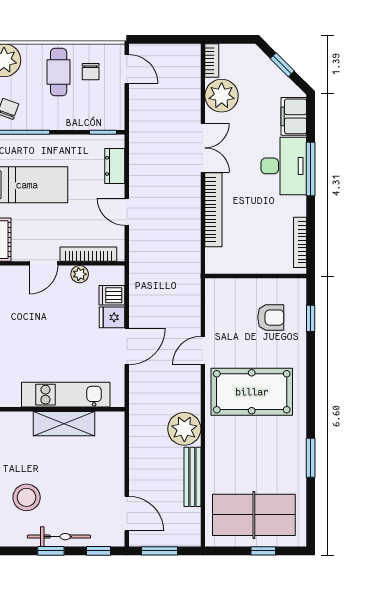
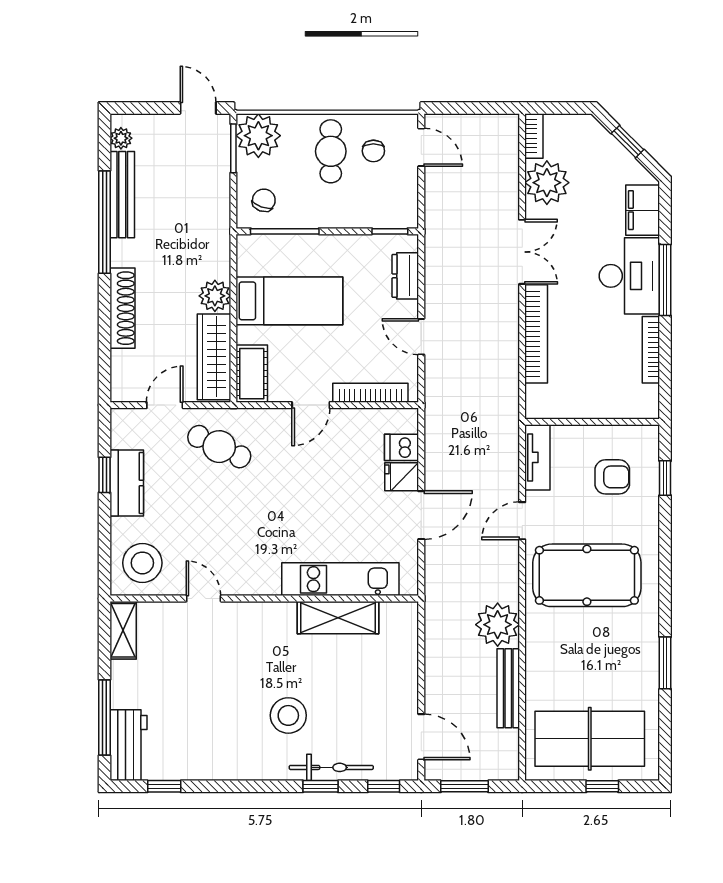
bookcase: (300, 242) -> (651, 350), moved
plant: (80, 274) -> (359, 419), removed
tv unit: (214, 303) -> (537, 457), added

